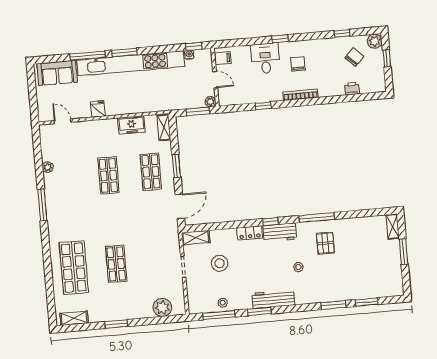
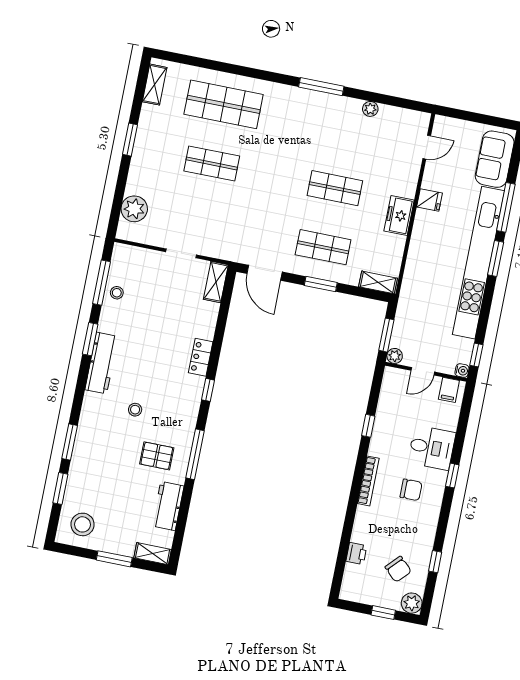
water cooler: (189, 55) -> (462, 371), moved
freezer: (132, 125) -> (399, 215), moved
workbench: (280, 232) -> (168, 506), moved
stool: (220, 263) -> (82, 524), moved

